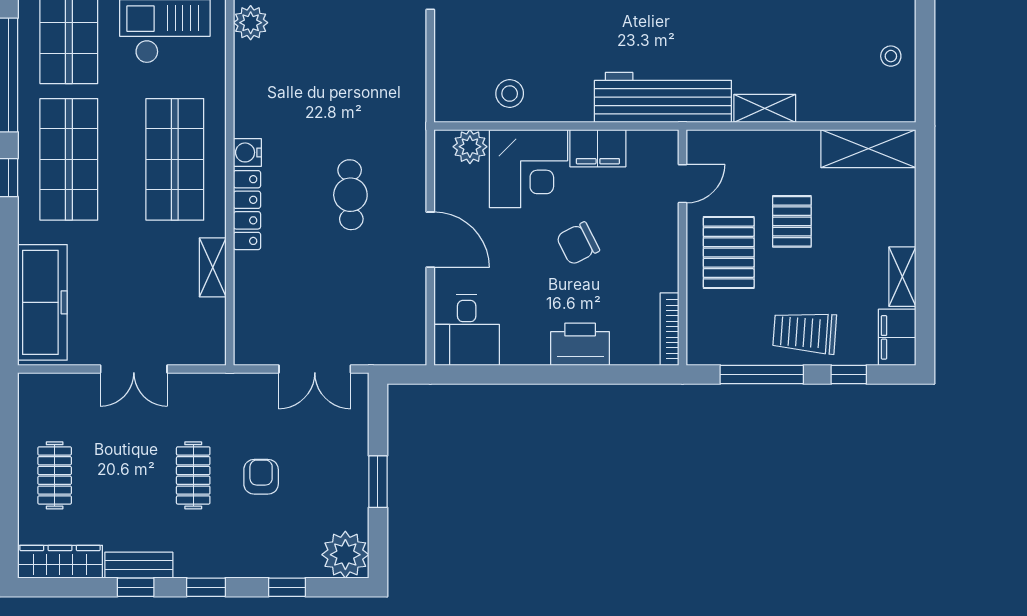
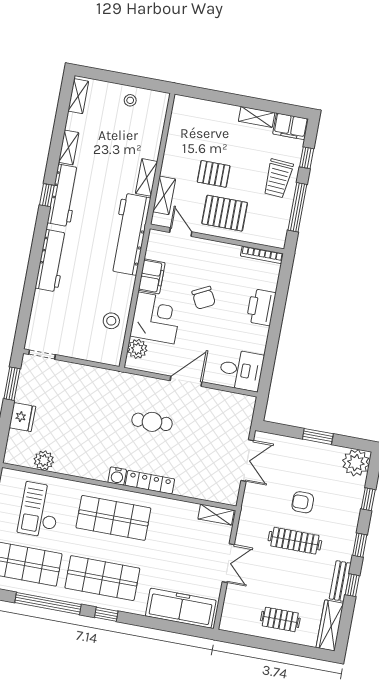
shelving: (868, 149) -> (164, 195), moved, width x0.67, depth x0.75
shelving: (213, 267) -> (216, 515), moved
clothes rail: (193, 475) -> (295, 541), width x1.36

